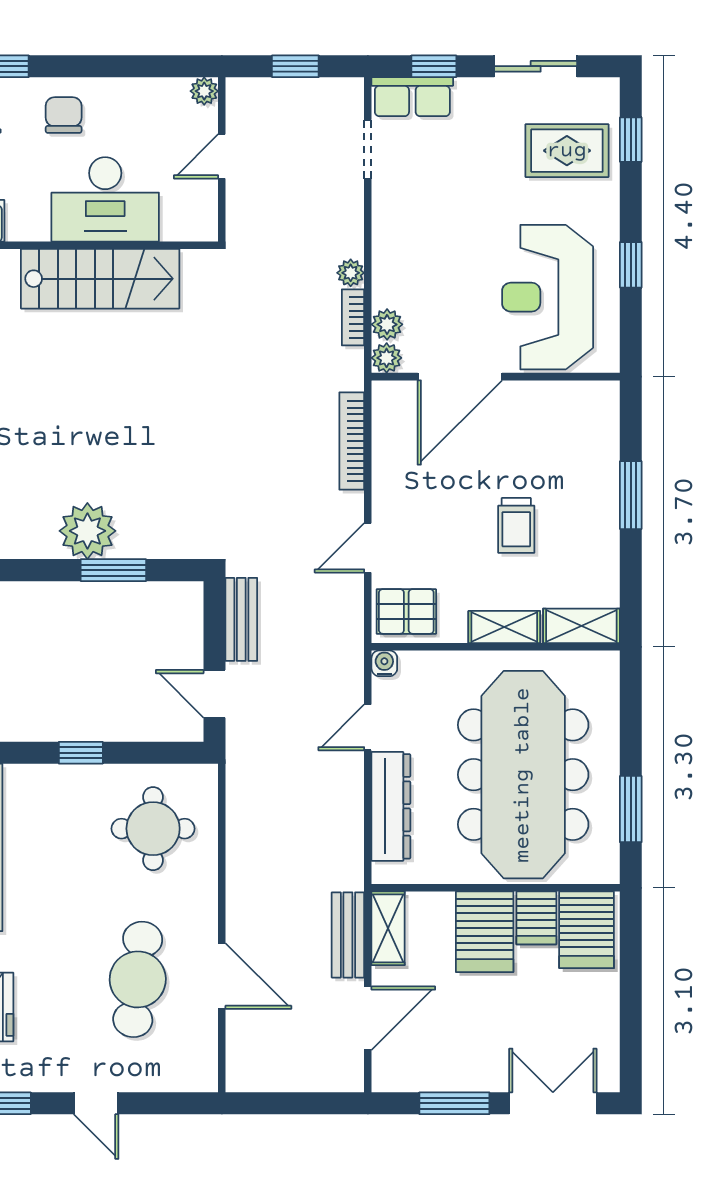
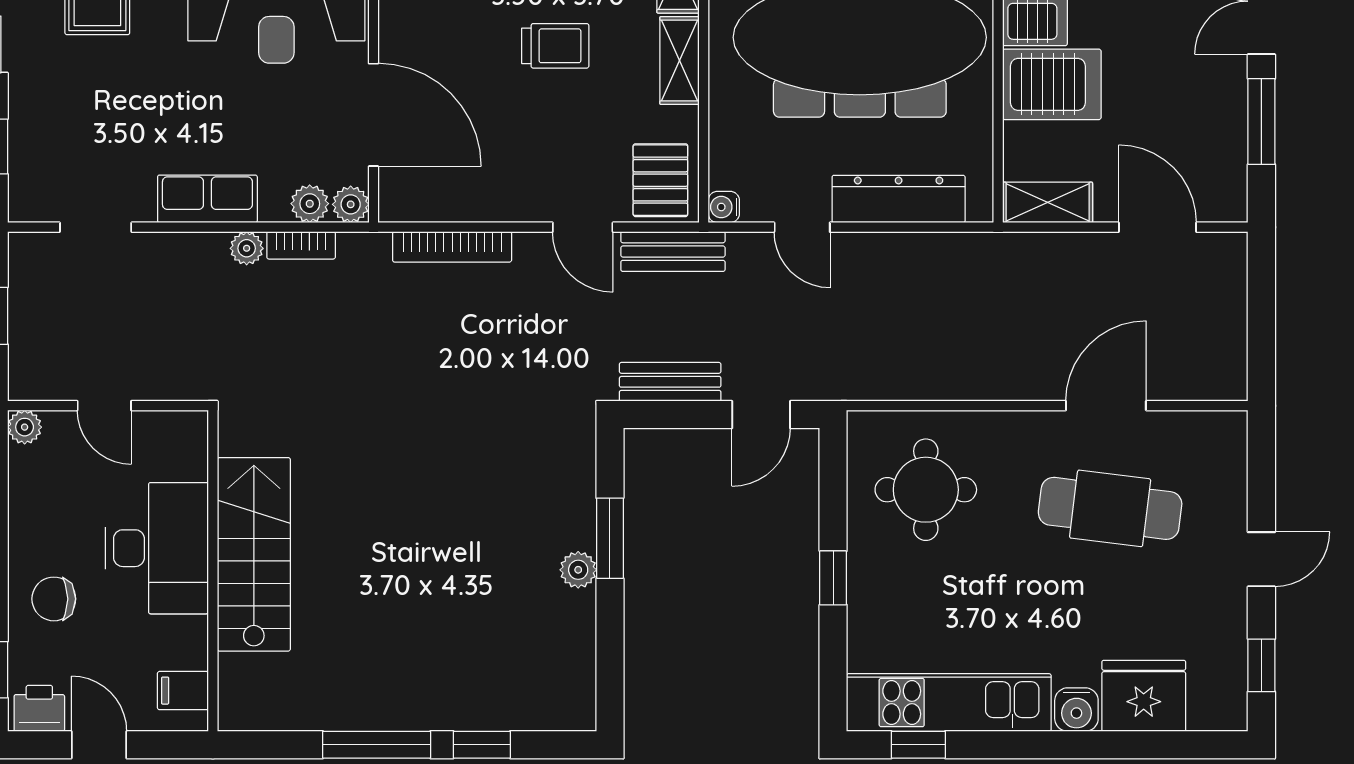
row of seats: (412, 97) -> (207, 199), moved, turned -90
plant: (87, 531) -> (578, 570), width x0.53, depth x0.53
bench: (348, 935) -> (673, 252), moved

